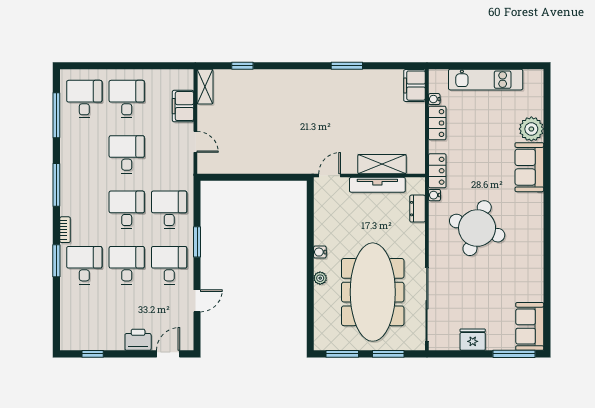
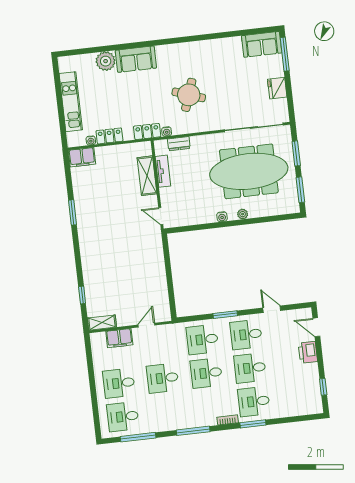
tv unit: (377, 185) -> (163, 171), width x0.71
round table: (477, 228) -> (189, 95), width x0.73, depth x0.73

